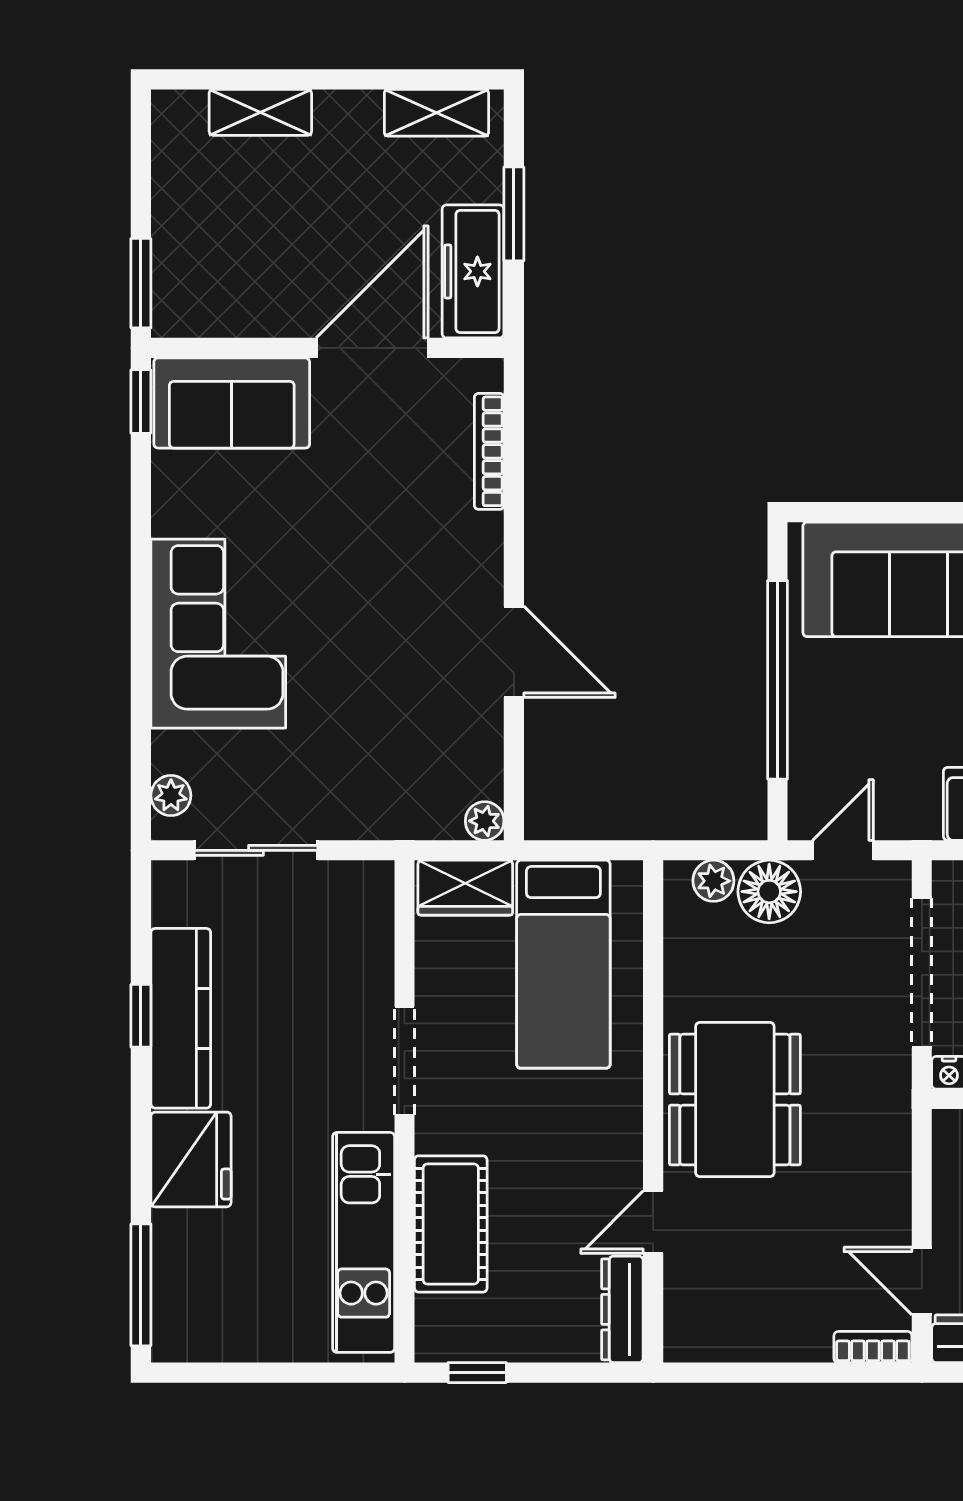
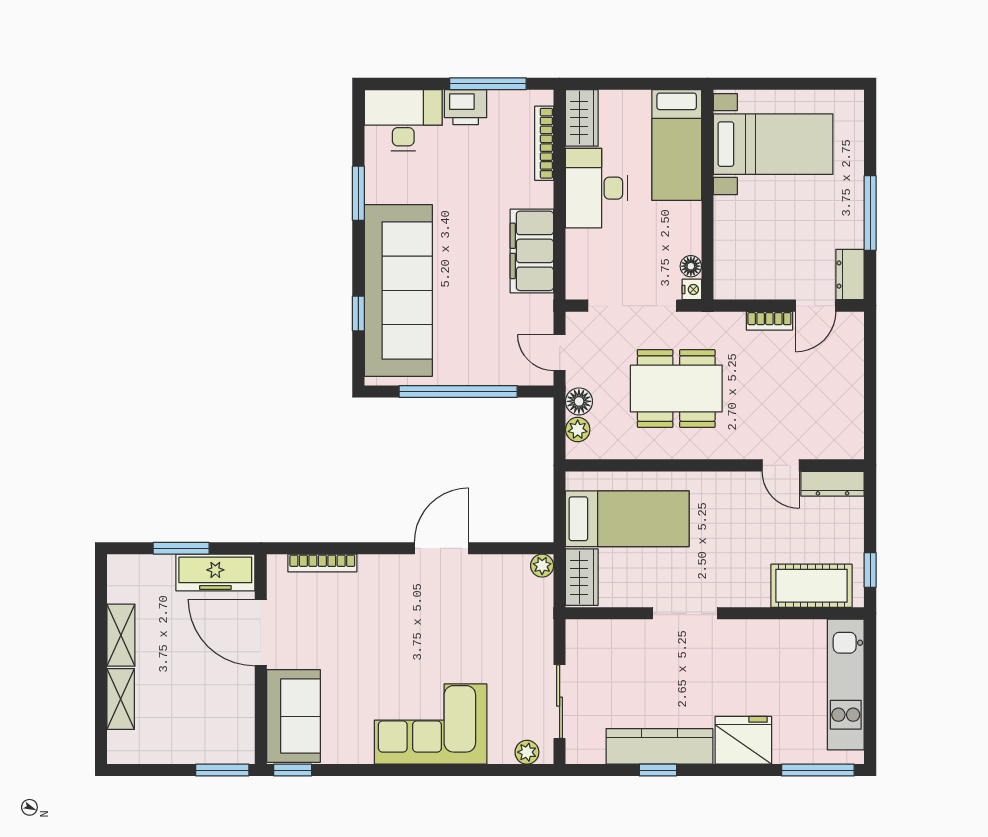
shelving: (436, 113) -> (121, 635), moved
window: (909, 512) -> (358, 313), added
floor lamp: (769, 892) -> (579, 401), width x0.73, depth x0.73
dining table: (735, 1100) -> (676, 389), moved
cot: (451, 1224) -> (811, 586), moved
kitchen unit: (364, 1242) -> (846, 685), moved, turned 90
bookcase: (873, 1347) -> (769, 321), moved, turned -90

